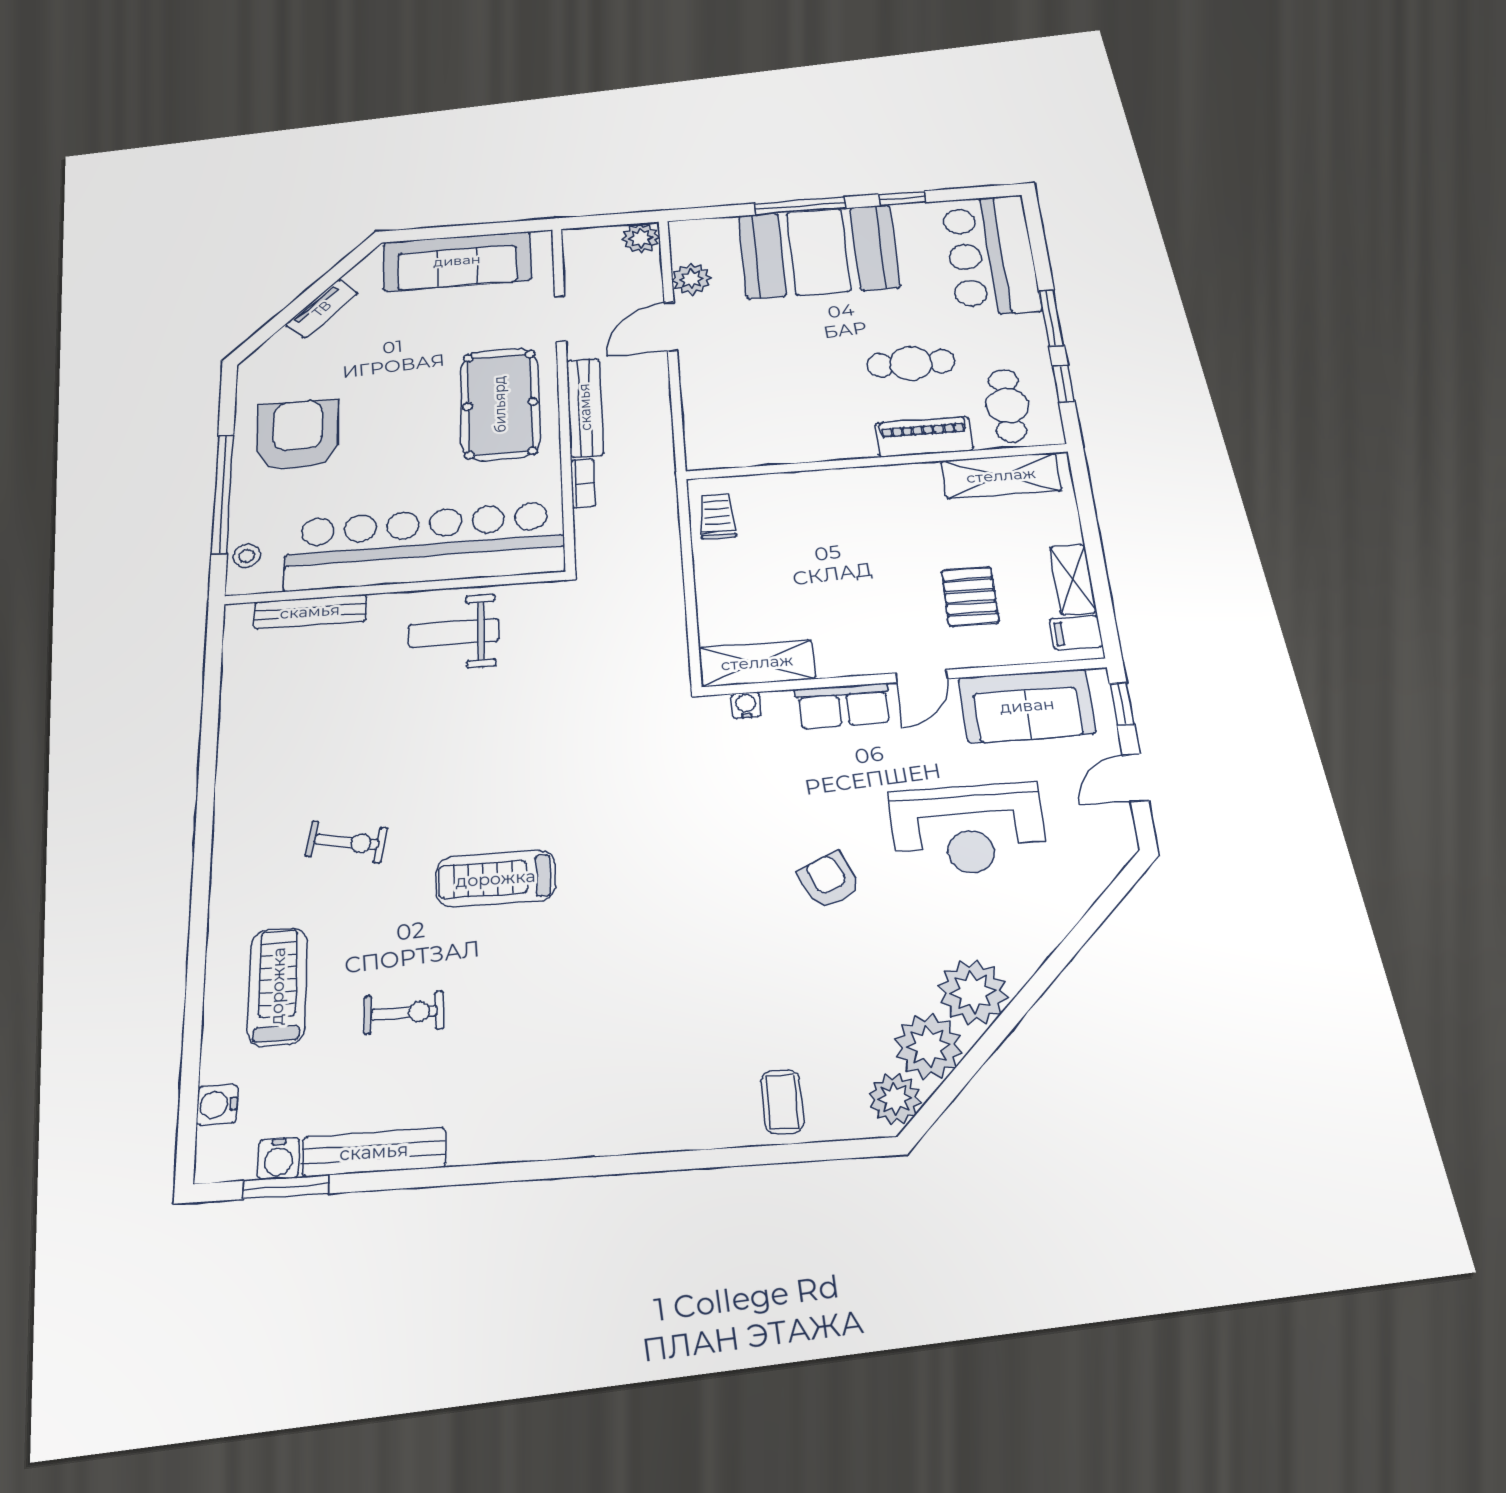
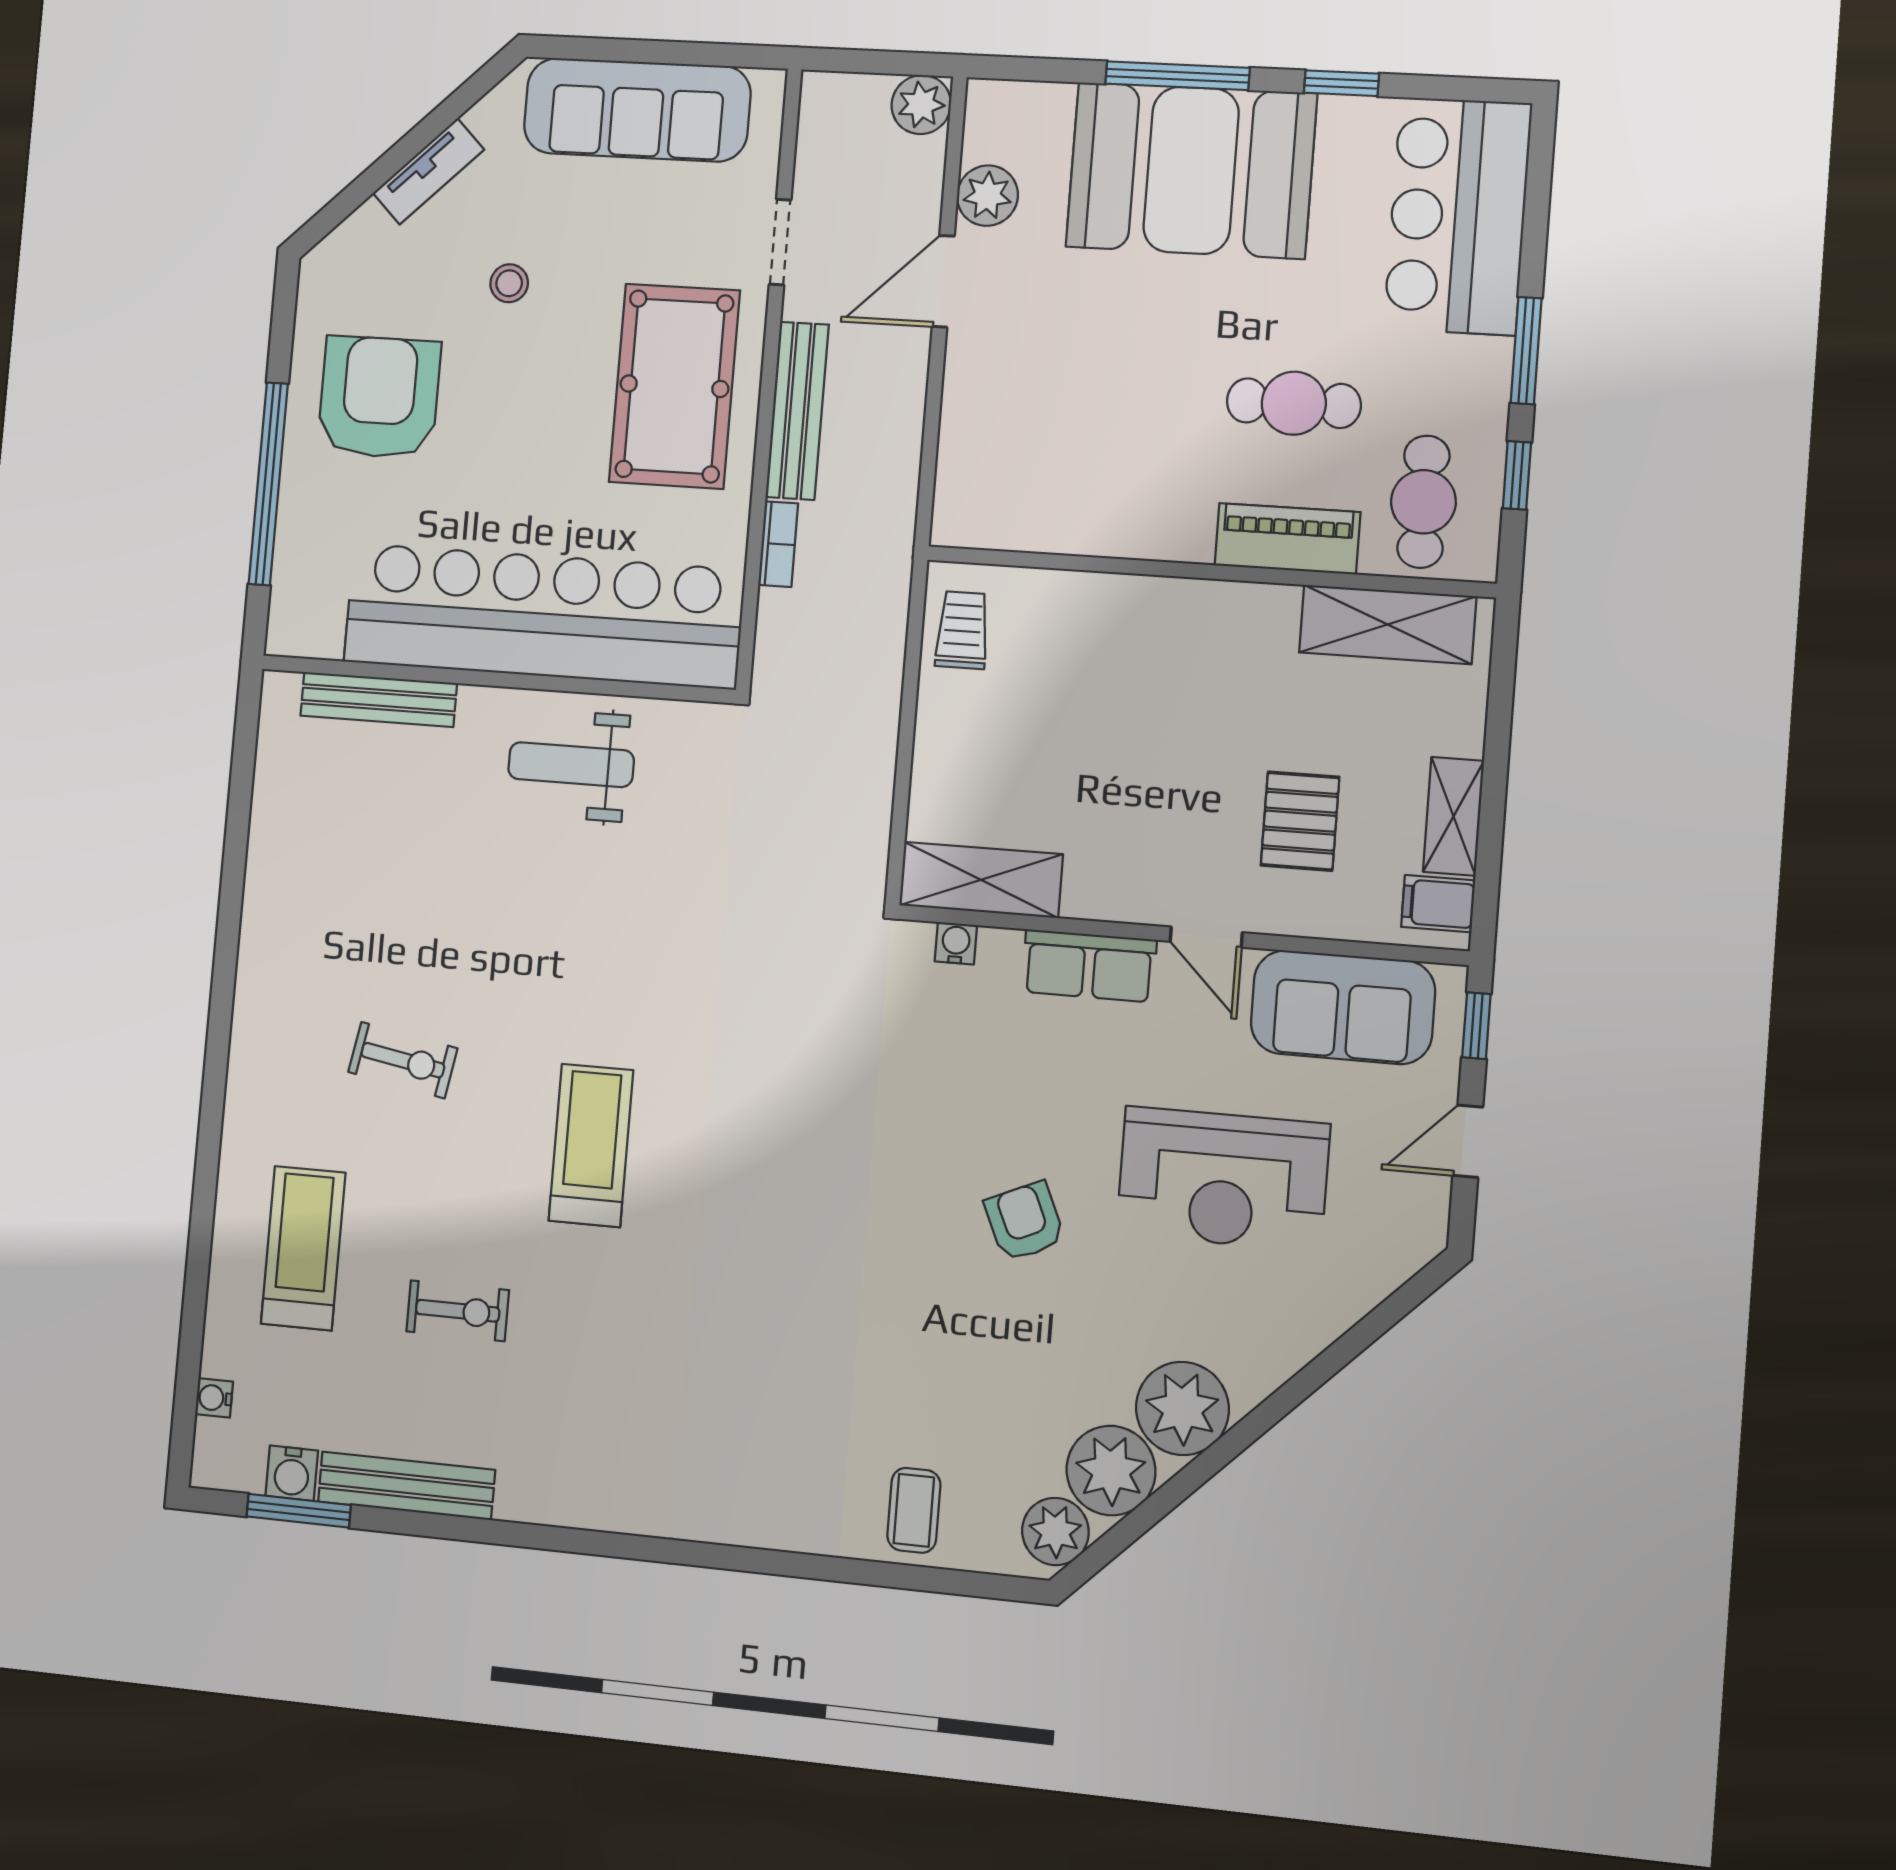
stool: (247, 556) -> (509, 283), moved
door: (922, 676) -> (1206, 937), hinge flipped
treadmill: (496, 879) -> (591, 1145), turned 90
water cooler: (217, 1105) -> (214, 1398), width x0.72, depth x0.72

